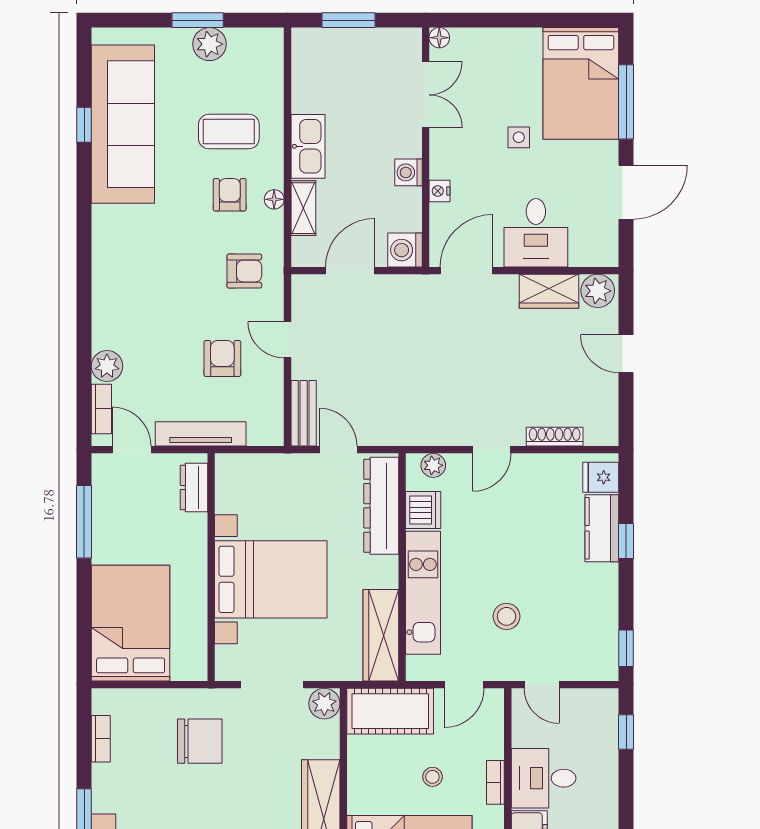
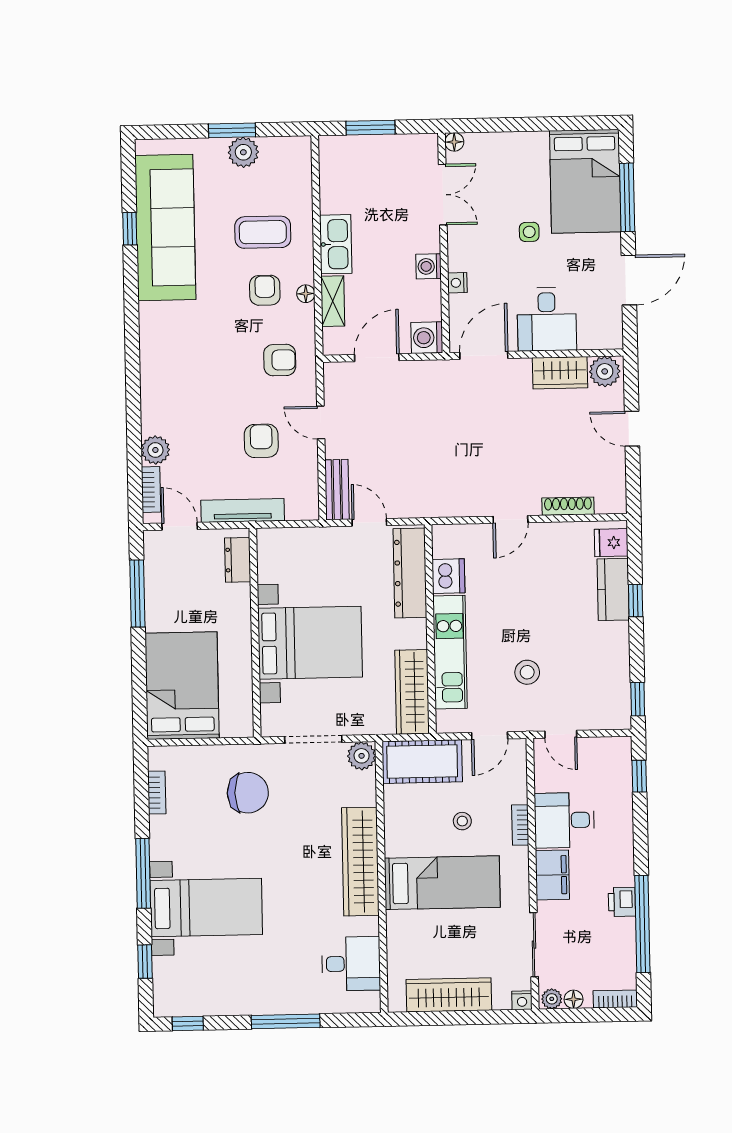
plant: (433, 465) -> (457, 535), removed

